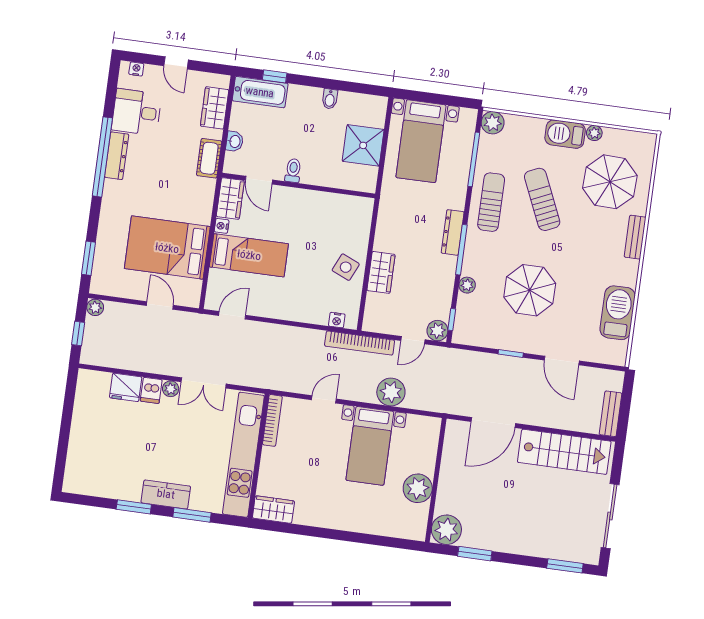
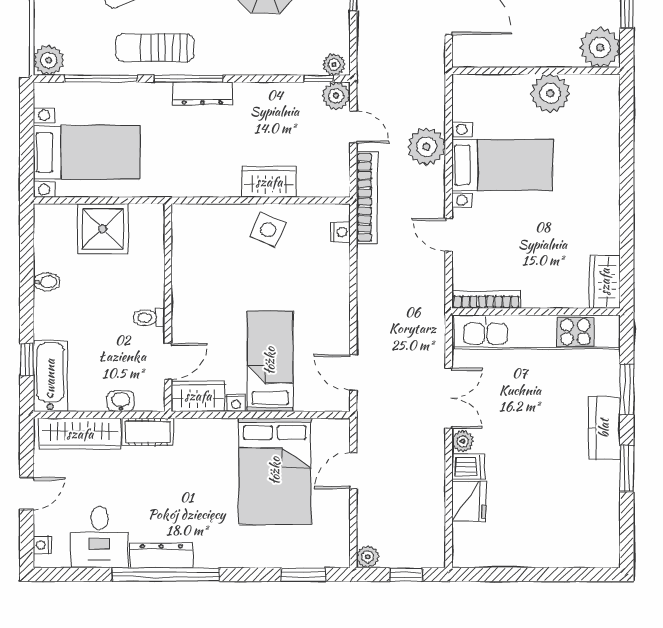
wardrobe: (215, 108) -> (80, 434), width x1.50
window: (461, 250) -> (189, 79), moved
plant: (467, 285) -> (334, 65), moved

